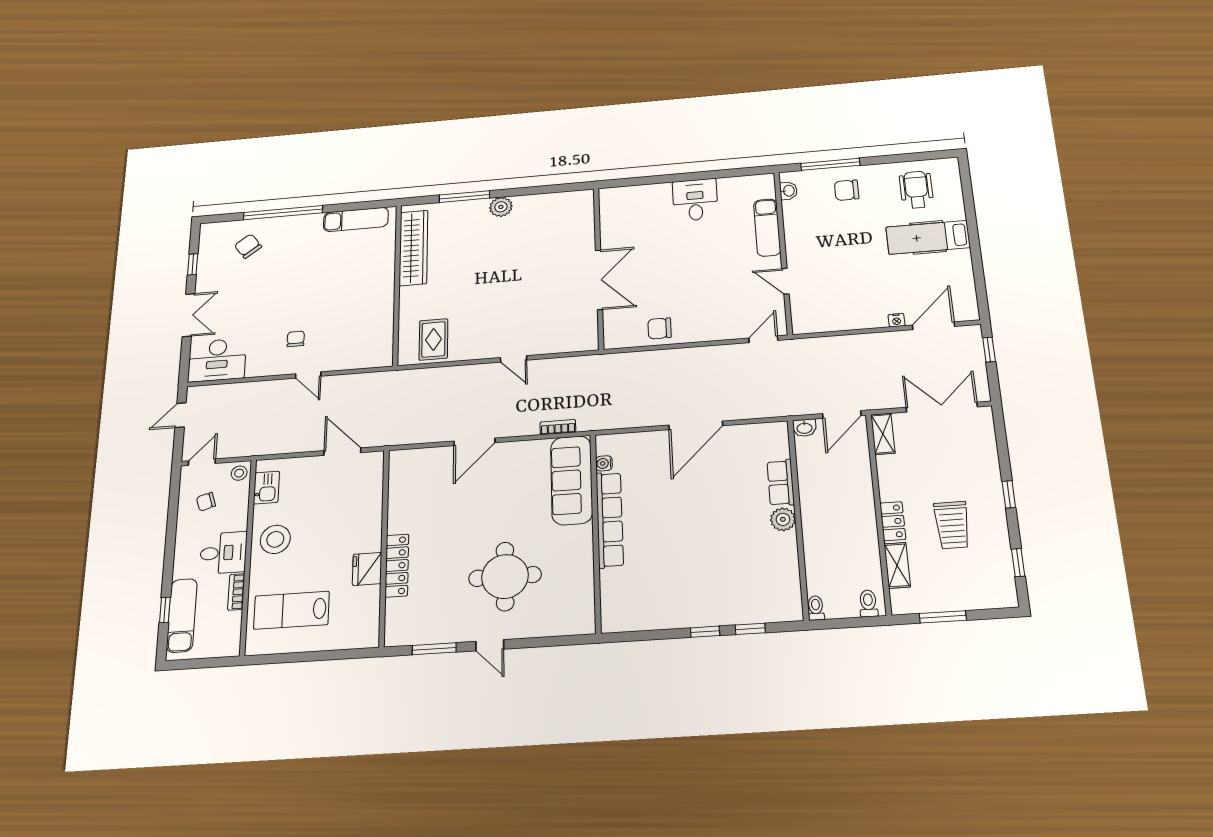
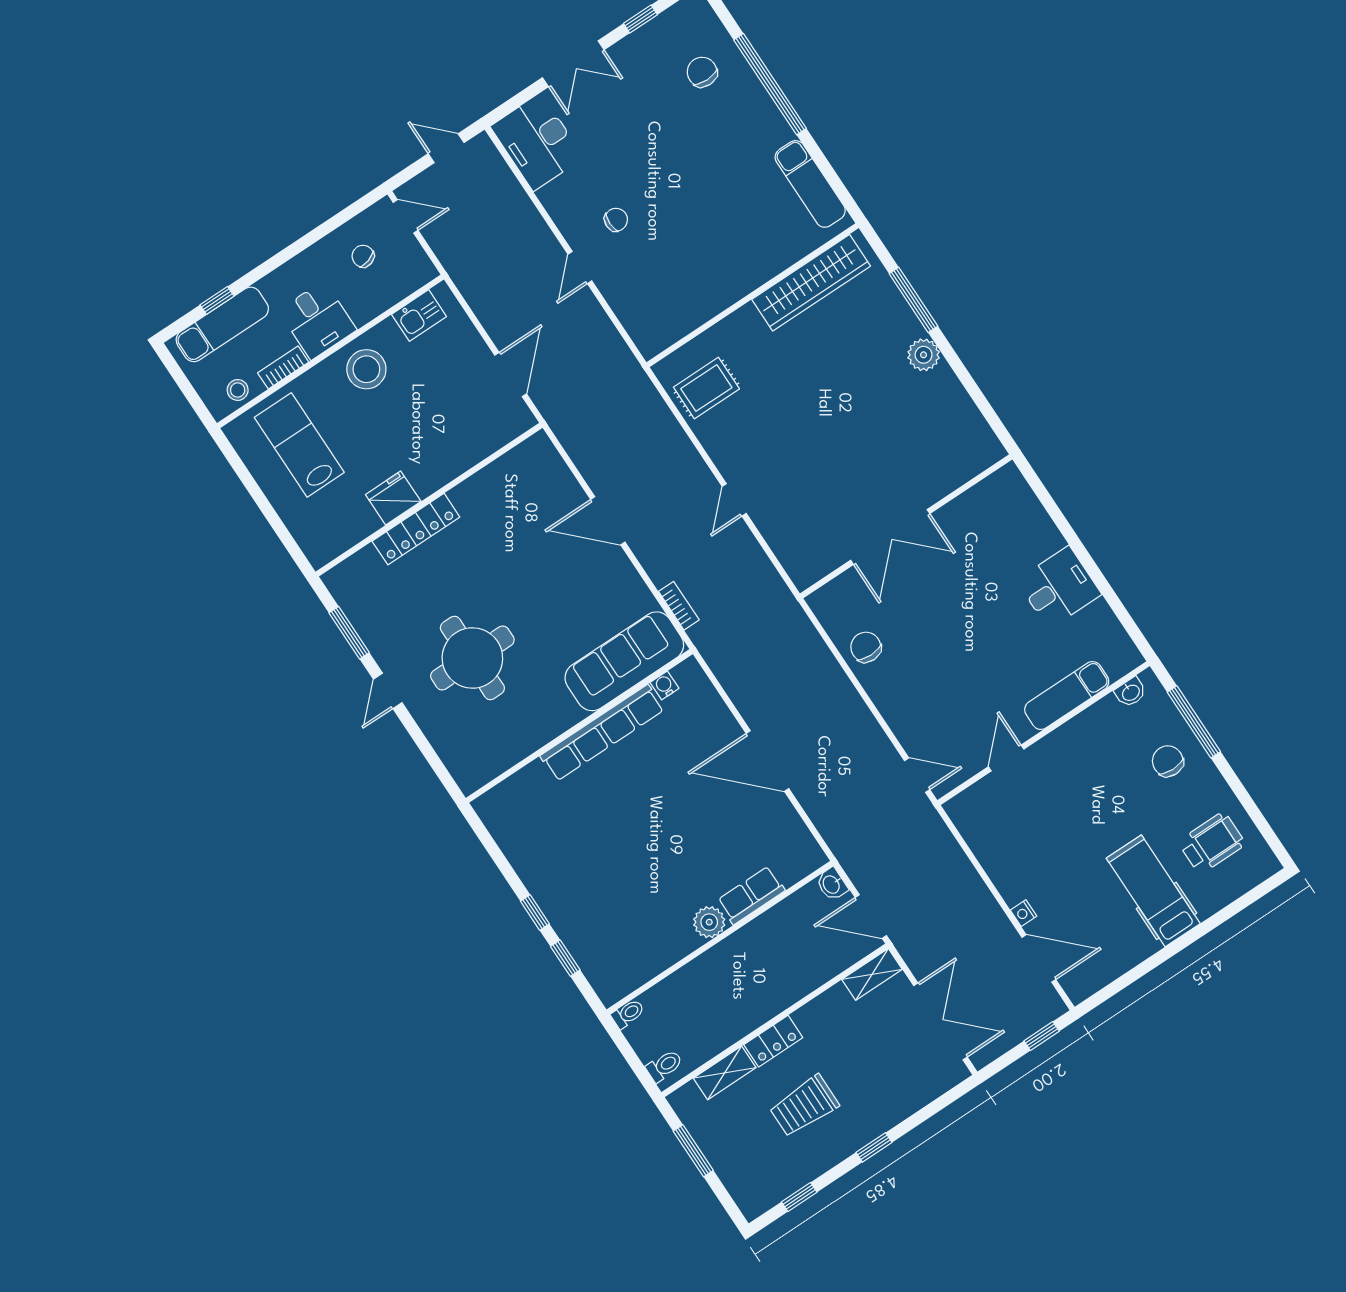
chair: (248, 246) -> (702, 72), turned -54
stool: (239, 473) -> (238, 390), moved

